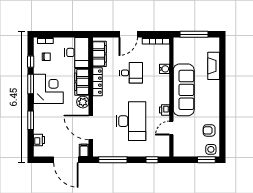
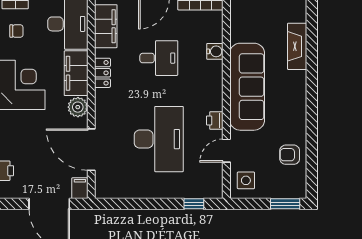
locker: (97, 82) -> (102, 73), width x0.66
side table: (211, 149) -> (246, 180), moved
window: (113, 160) -> (128, 204), removed

